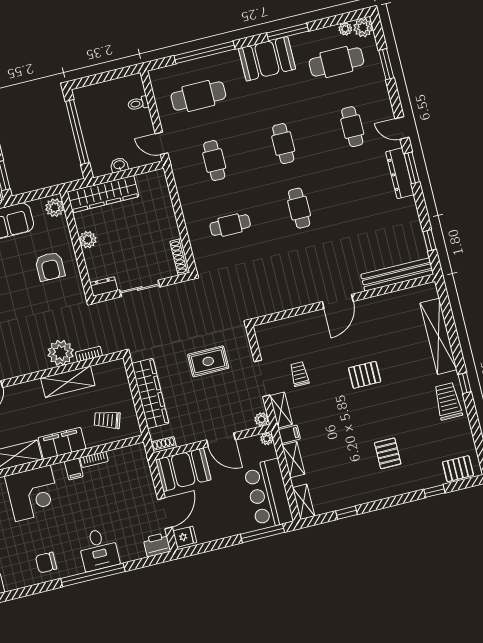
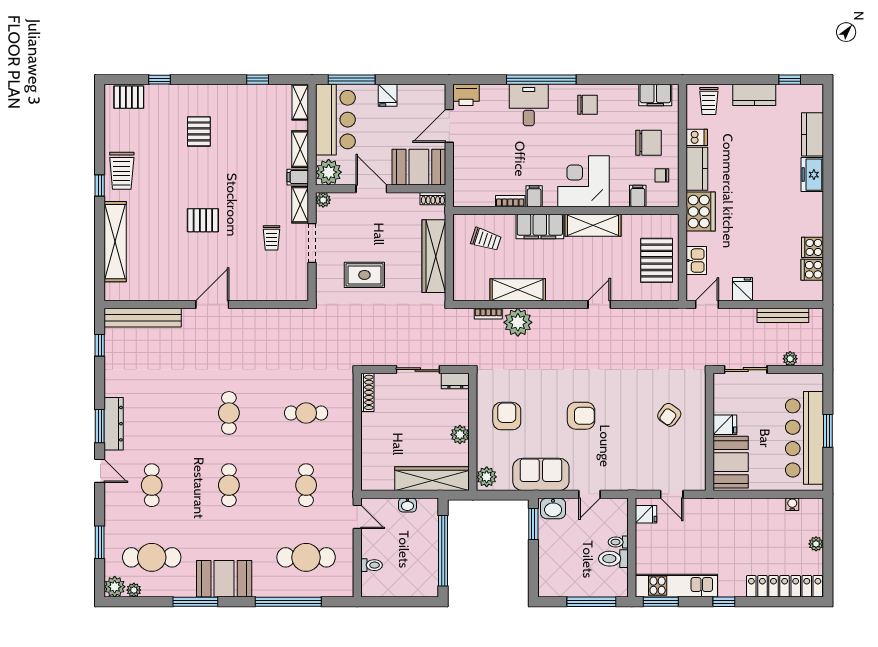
plant: (267, 439) -> (329, 172), width x1.87, depth x1.87
fridge: (185, 537) -> (388, 95), moved, turned -90

